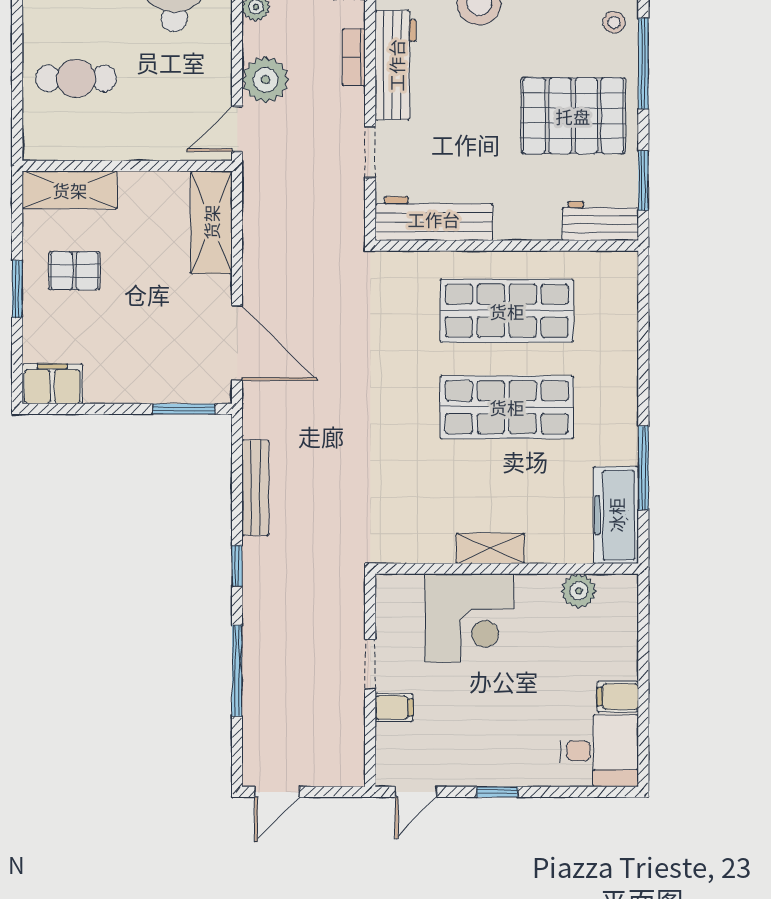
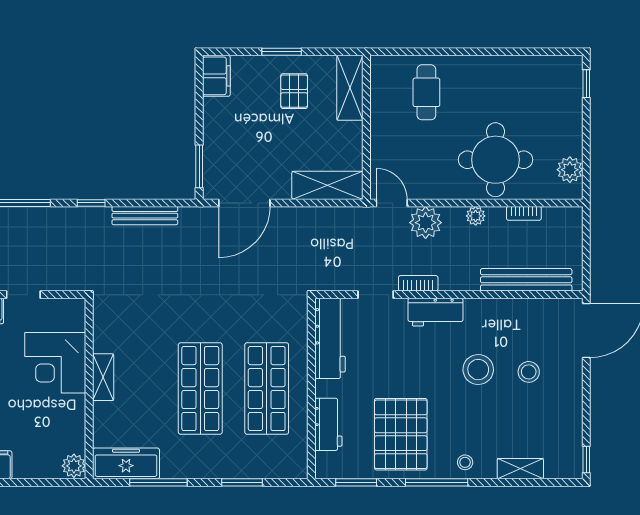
bookcase: (354, 57) -> (418, 283), moved
workbench: (396, 65) -> (435, 312), width x0.73
workbench: (600, 221) -> (328, 424), moved
window: (643, 347) -> (242, 482), added
plant: (579, 591) -> (74, 466), moved

